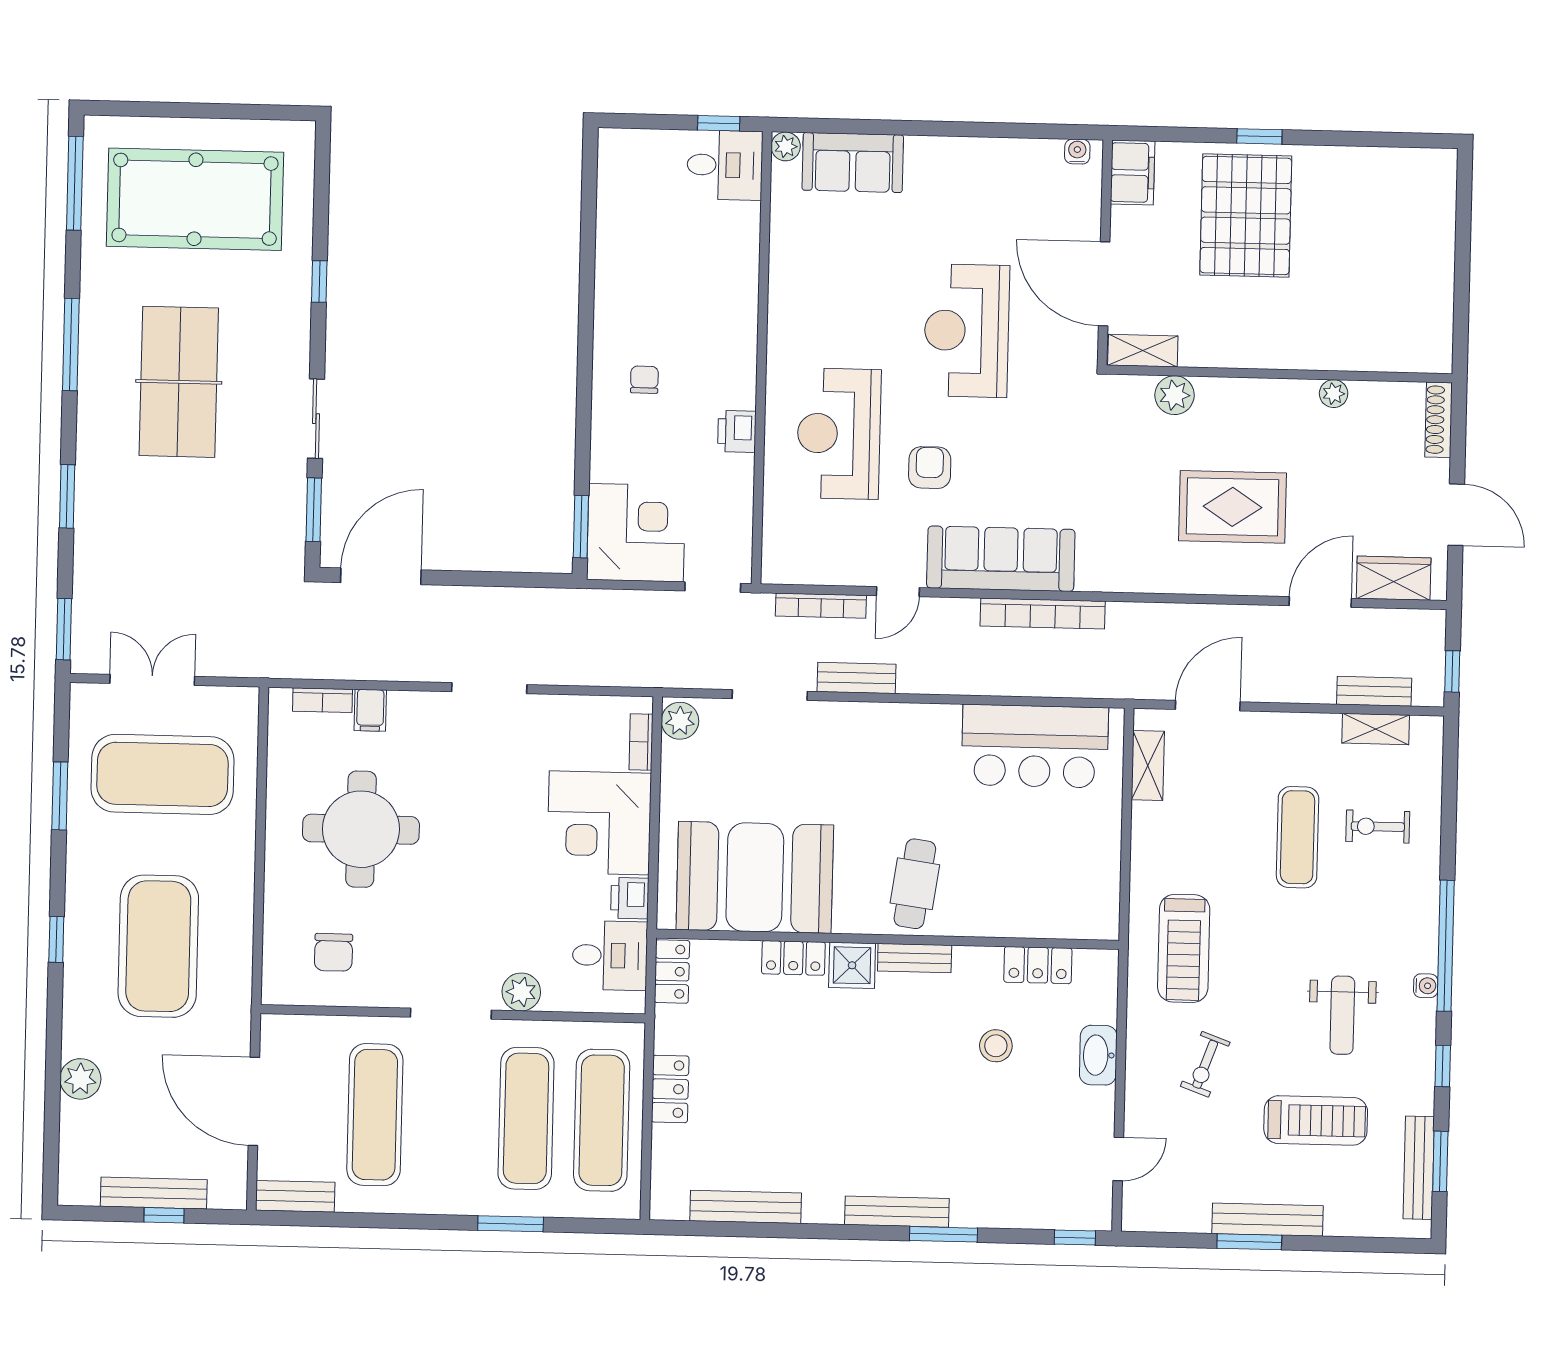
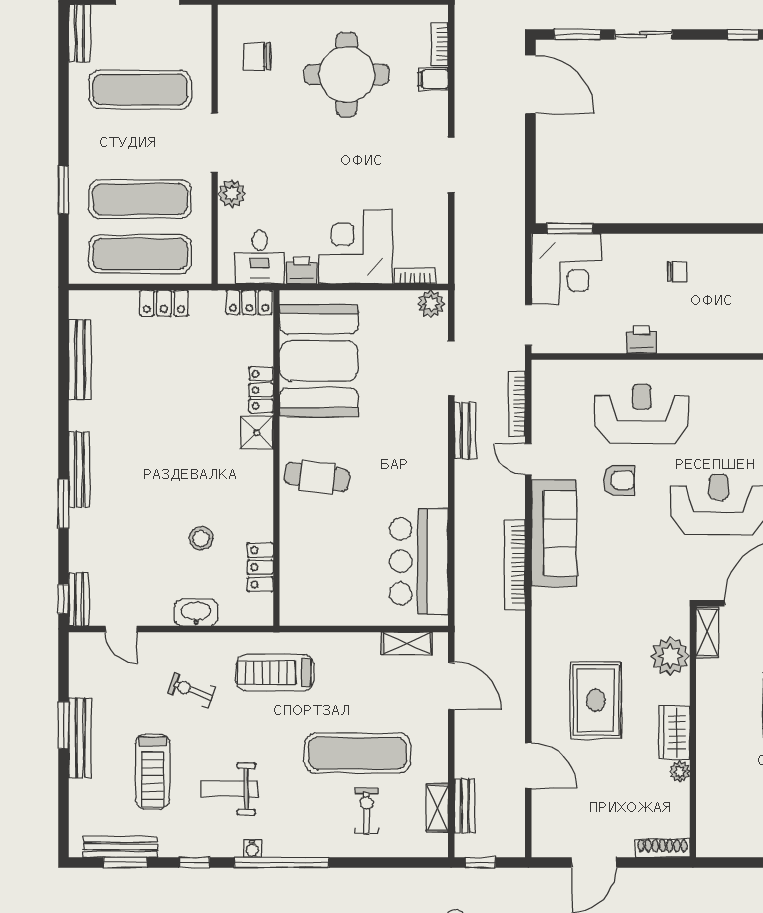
plant: (1175, 395) -> (670, 656), width x1.36, depth x1.36
wardrobe: (1394, 578) -> (674, 733), moved, turned 180
exercise mat: (1298, 837) -> (357, 753), width x1.36, depth x1.45
bench: (915, 958) -> (79, 599), moved

